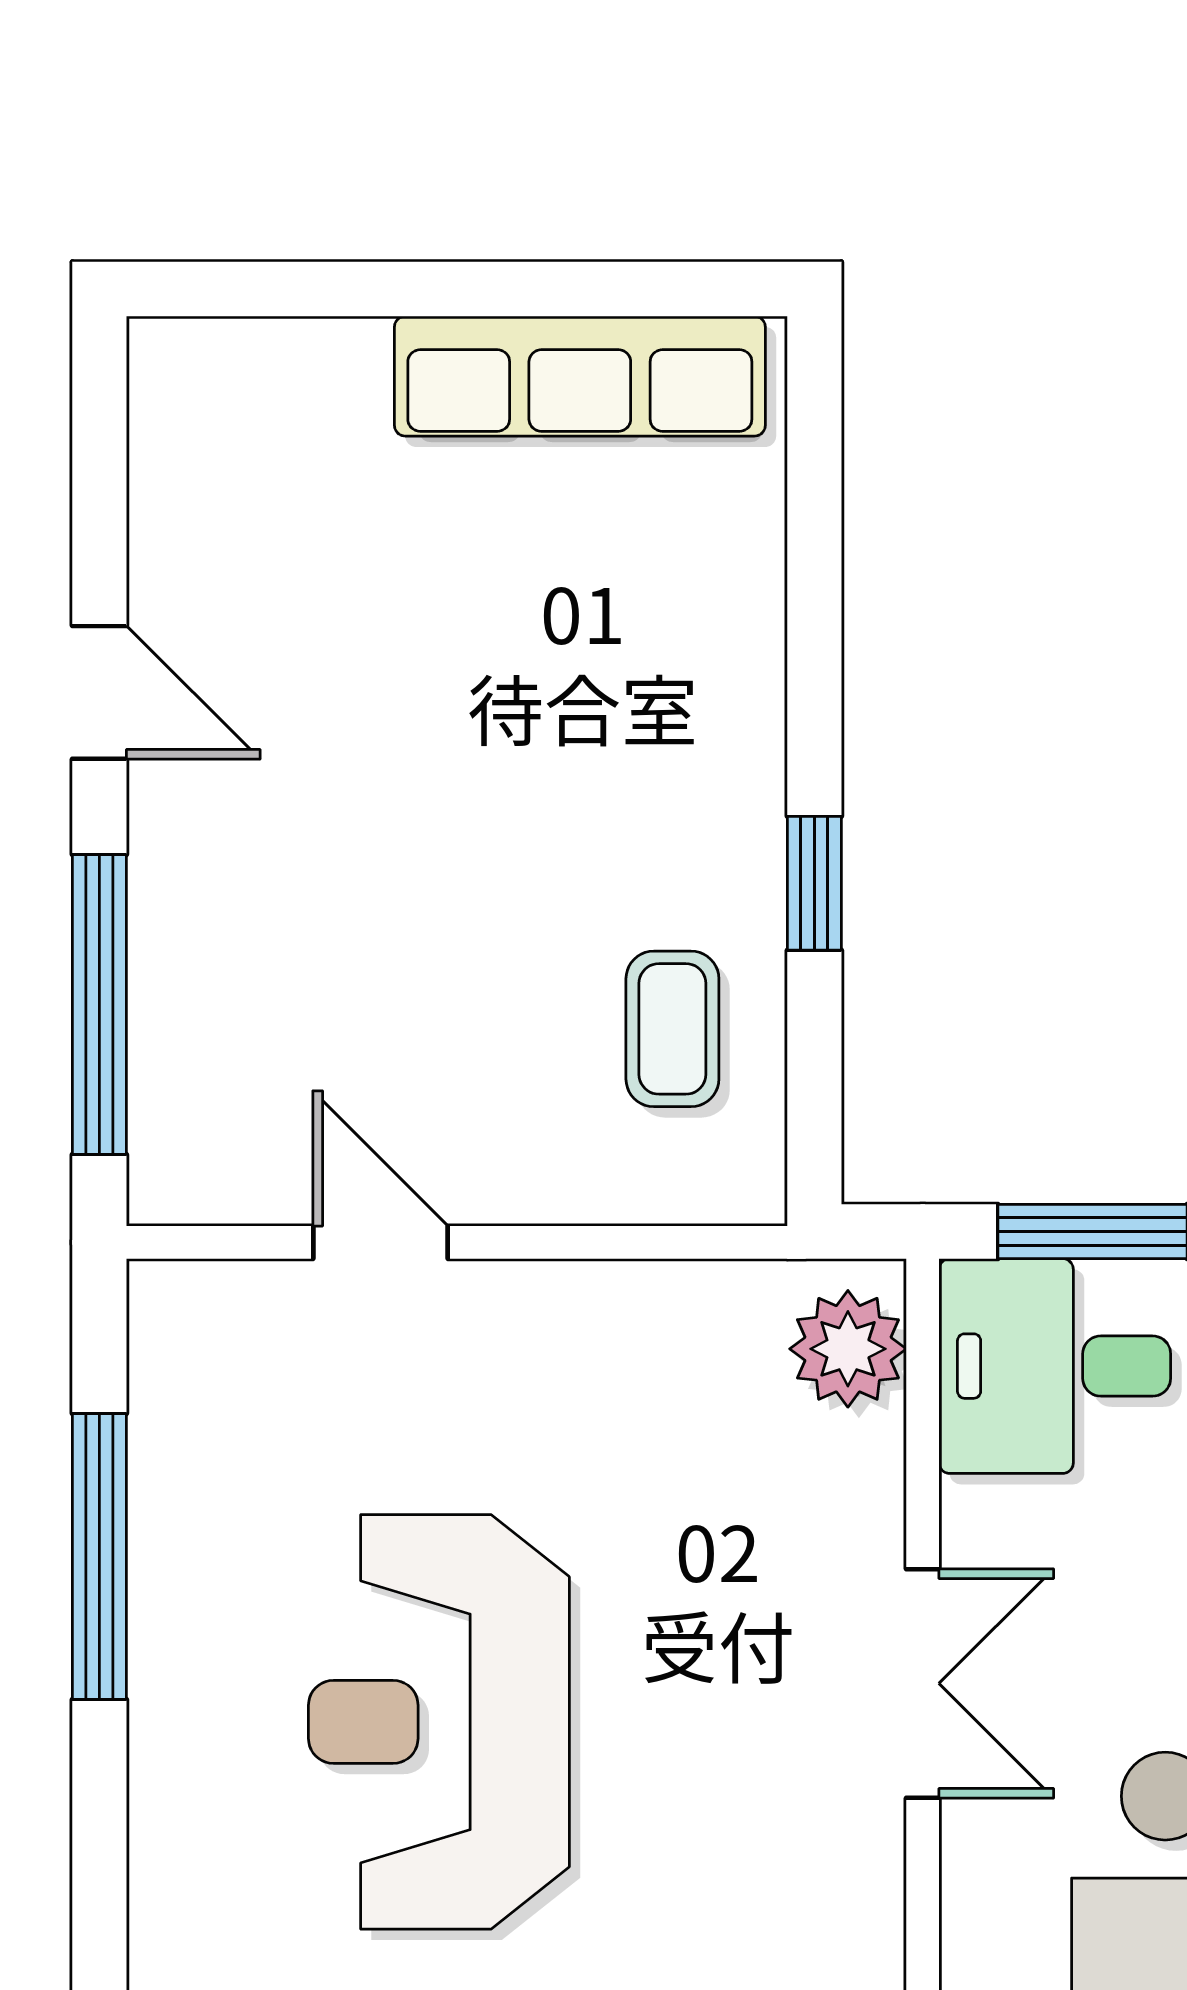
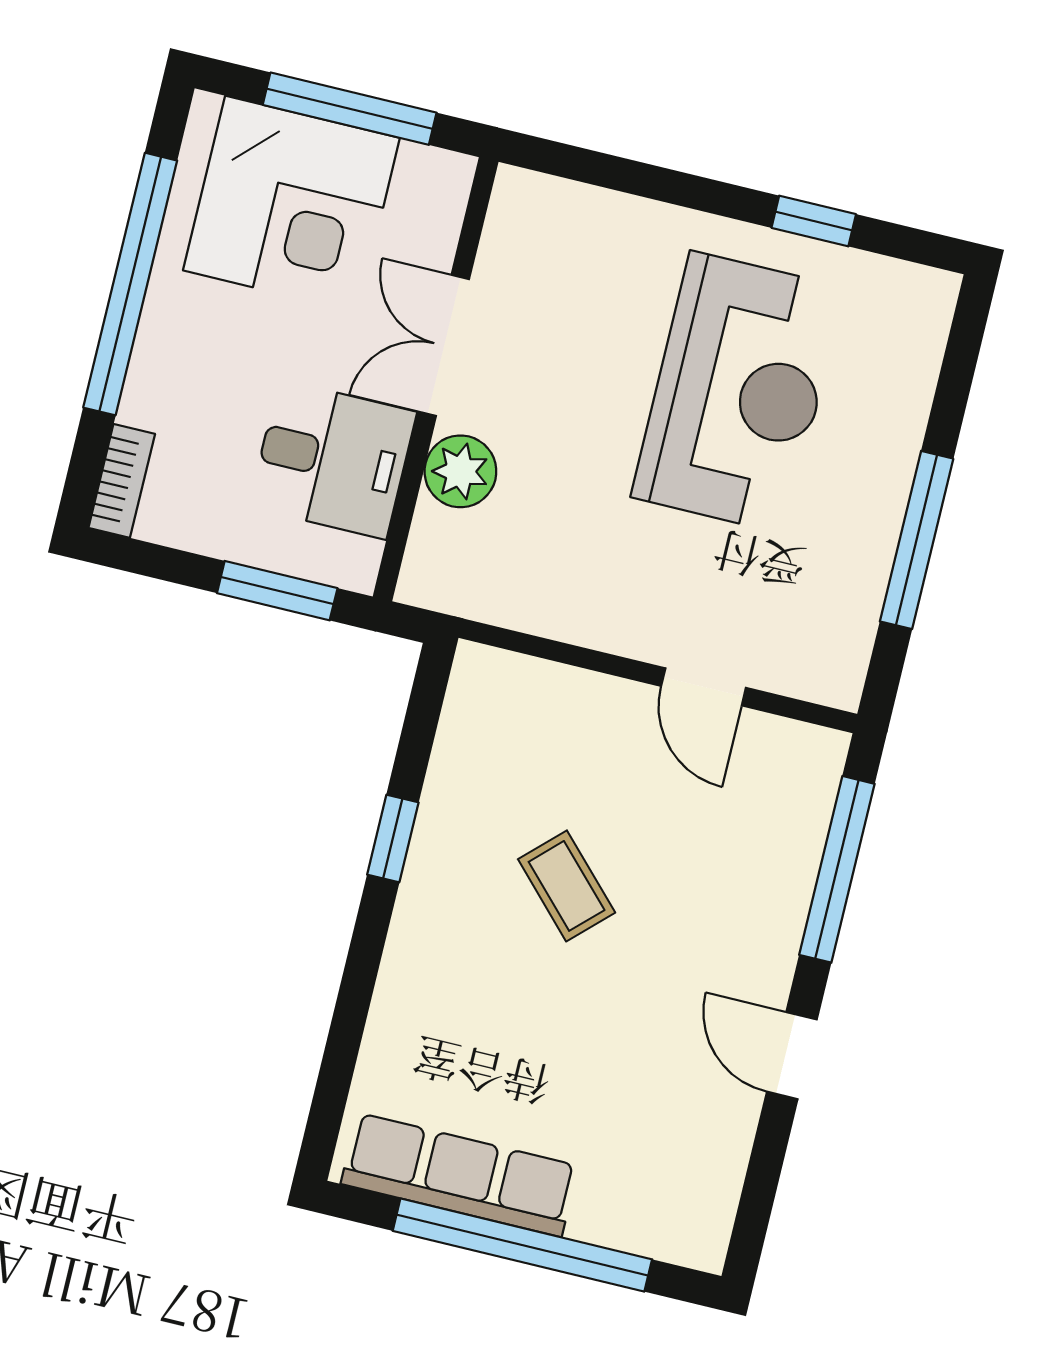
window: (453, 289) -> (522, 1245), added
coffee table: (672, 1029) -> (567, 886), moved, turned -44
plant: (848, 1349) -> (460, 471), moved
desk: (1055, 1366) -> (333, 459), moved

